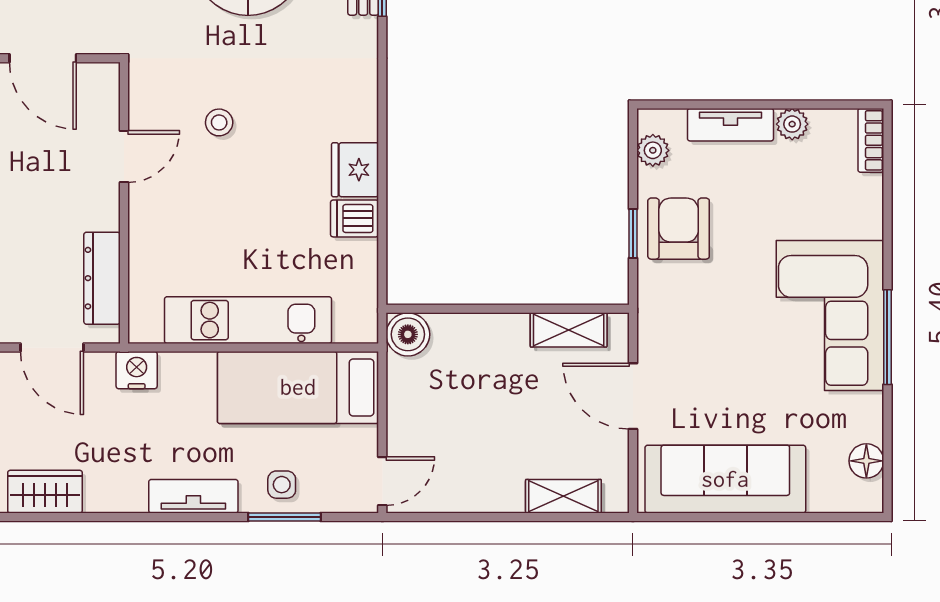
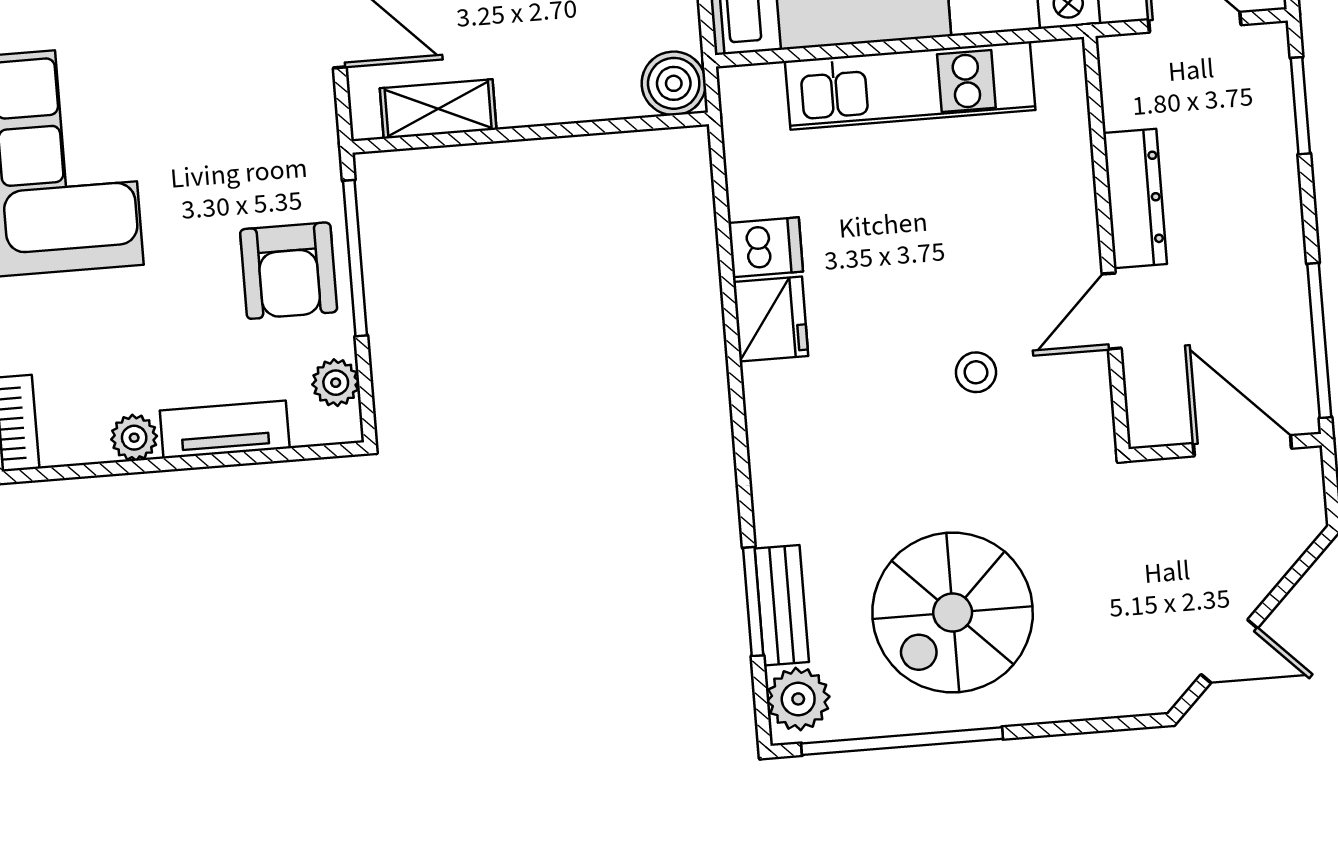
window: (633, 233) -> (355, 258), width x2.17
dresser: (102, 278) -> (1135, 198), moved

